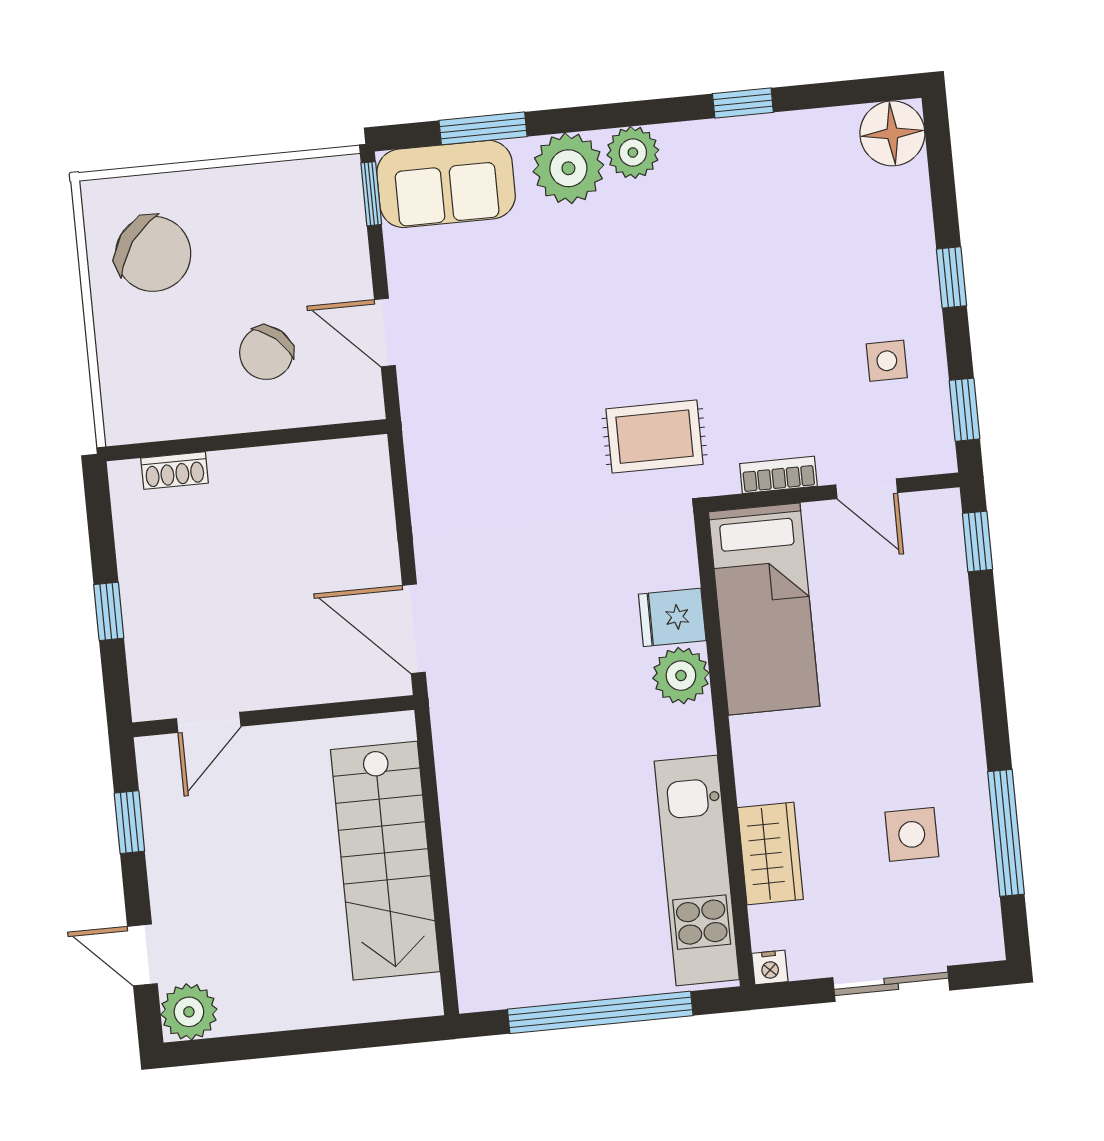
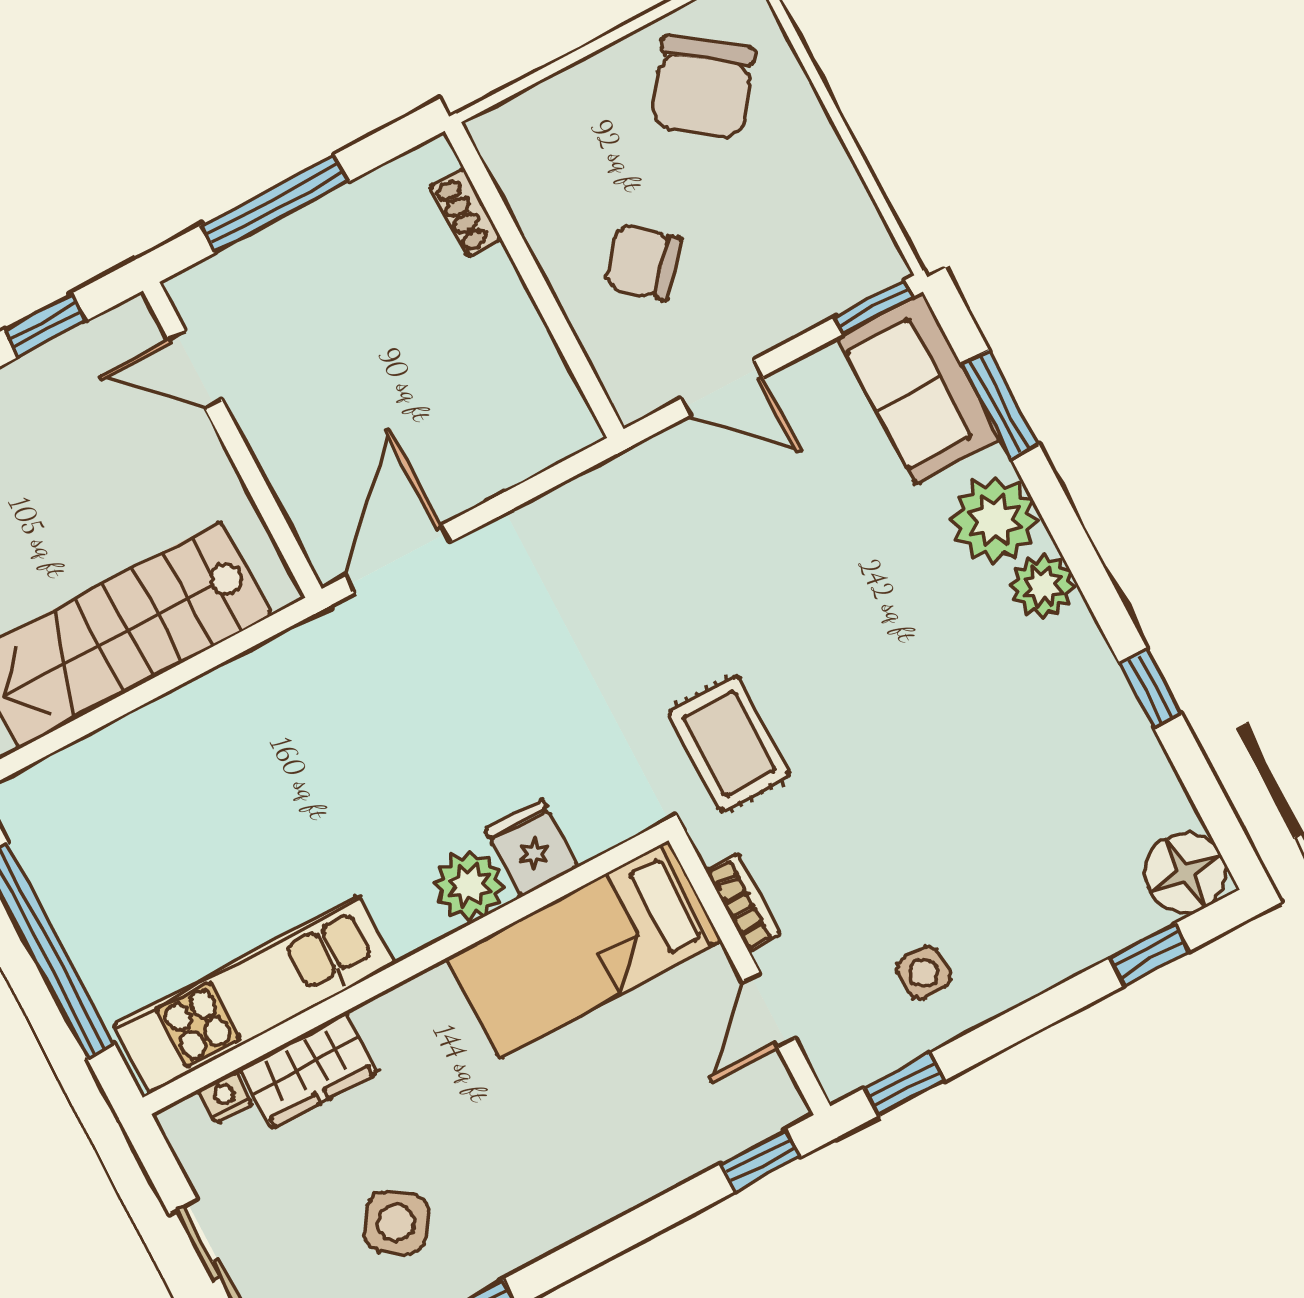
window: (952, 277) -> (1149, 955), moved
door: (385, 333) -> (722, 388), swing flipped
window: (109, 611) -> (275, 203), width x2.17
side table: (912, 834) -> (396, 1223), turned 35
nightstand: (770, 967) -> (225, 1097), moved, turned 90

